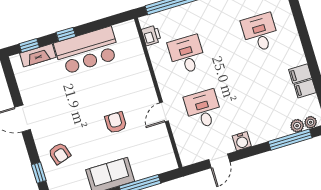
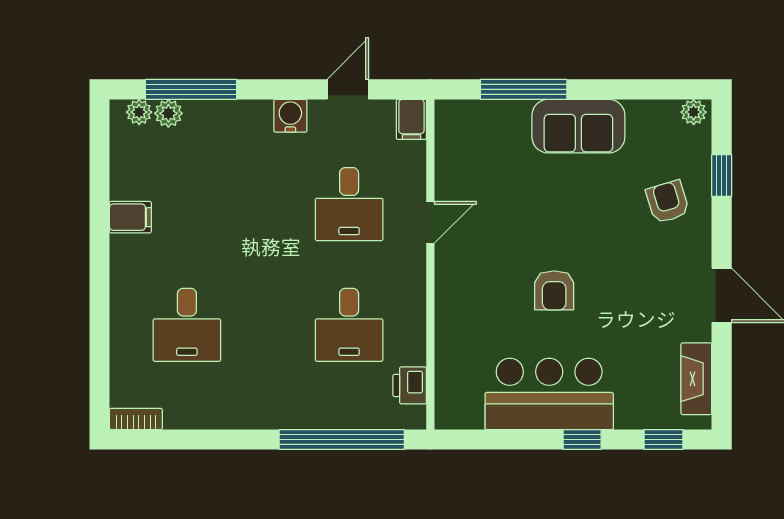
fireplace: (38, 55) -> (696, 379), moved, turned -90
filing cabinet: (305, 89) -> (411, 119), moved, turned 90
armchair: (116, 123) -> (554, 290), moved

